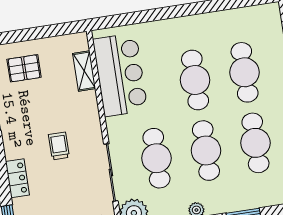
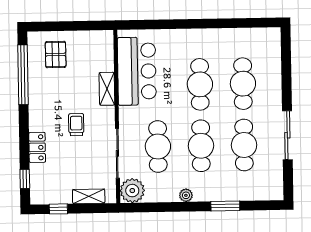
pallet: (24, 68) -> (56, 54), turned 90
shelving: (84, 71) -> (107, 89), moved

